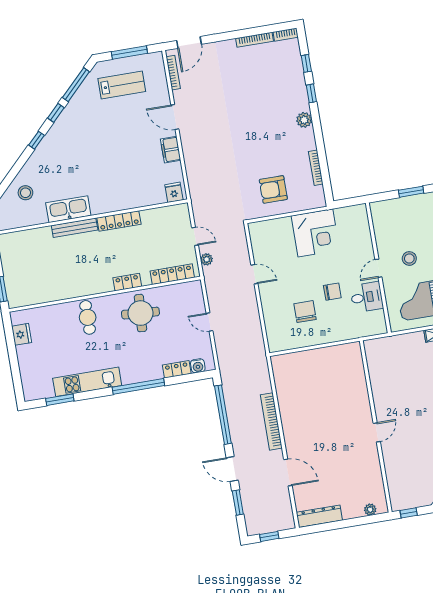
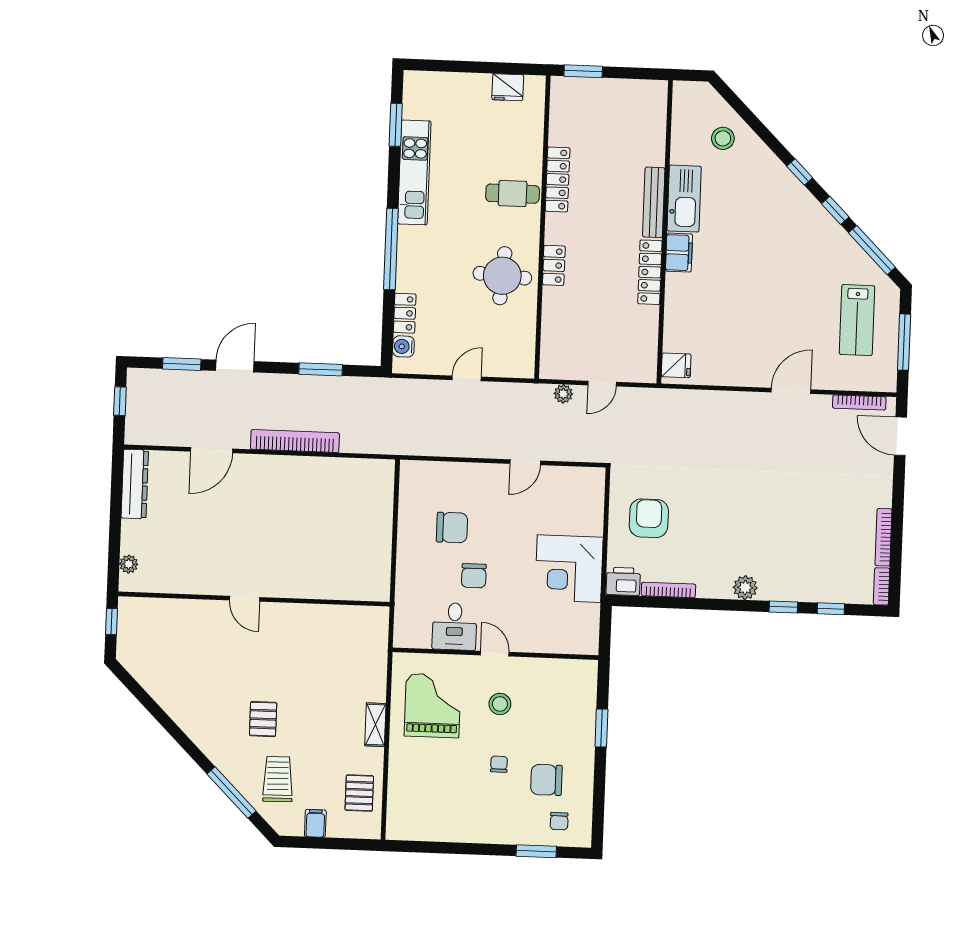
filing cabinet: (171, 150) -> (679, 253), moved, turned 90
printer: (316, 197) -> (623, 581), added
locker: (172, 274) -> (558, 179), moved
window: (223, 415) -> (321, 369), width x0.47

